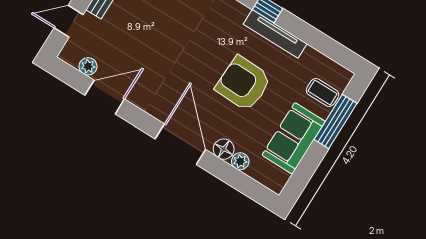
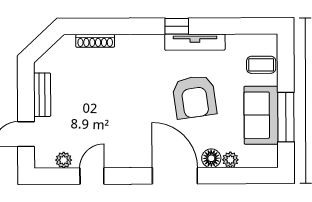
armchair: (243, 84) -> (194, 97), turned -100
door: (105, 97) -> (92, 176), width x0.73
window: (335, 121) -> (286, 117), moved

